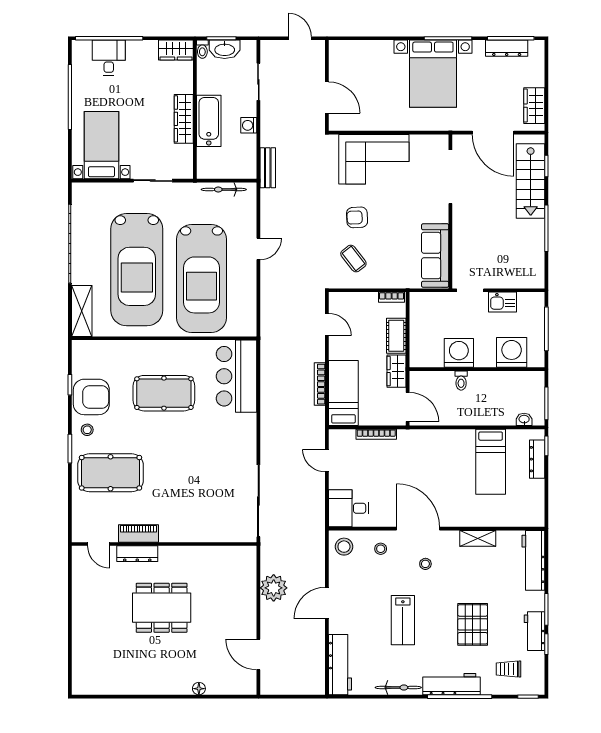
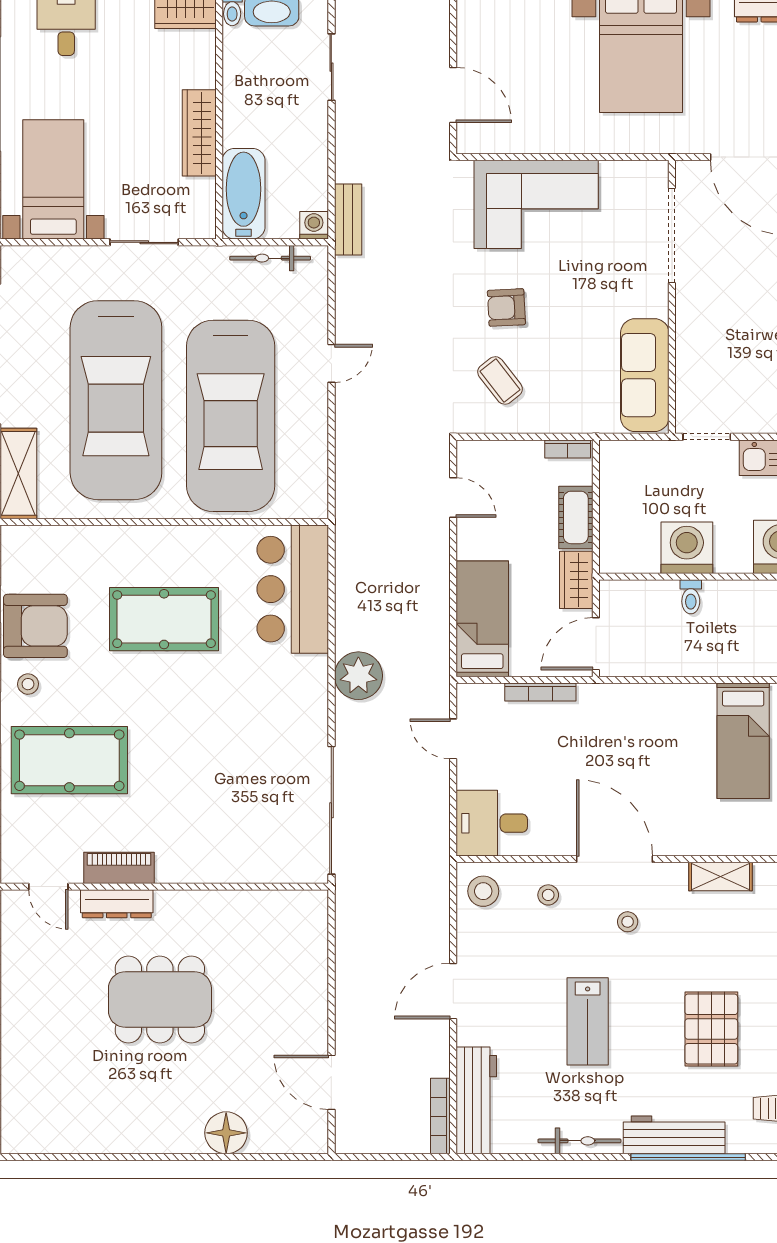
bathtub: (209, 121) -> (244, 194), moved
washing machine: (249, 125) -> (314, 225), moved, turned 90
bookcase: (320, 384) -> (440, 1116), moved
door: (408, 407) -> (596, 644), swing flipped
plant: (274, 588) -> (358, 676), moved
floor lamp: (199, 689) -> (226, 1133), width x1.89, depth x1.89

